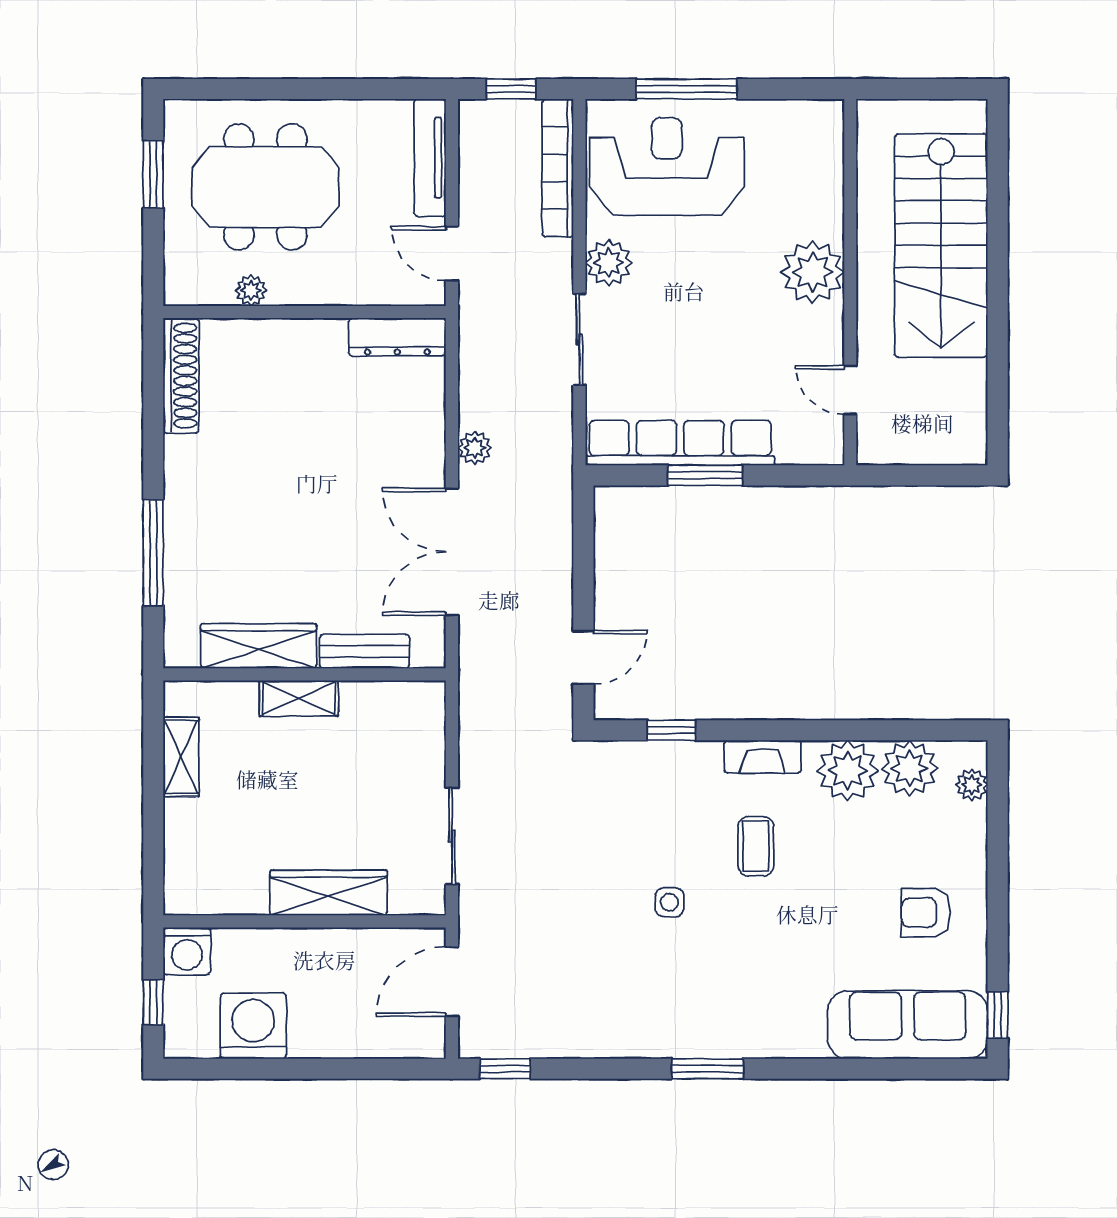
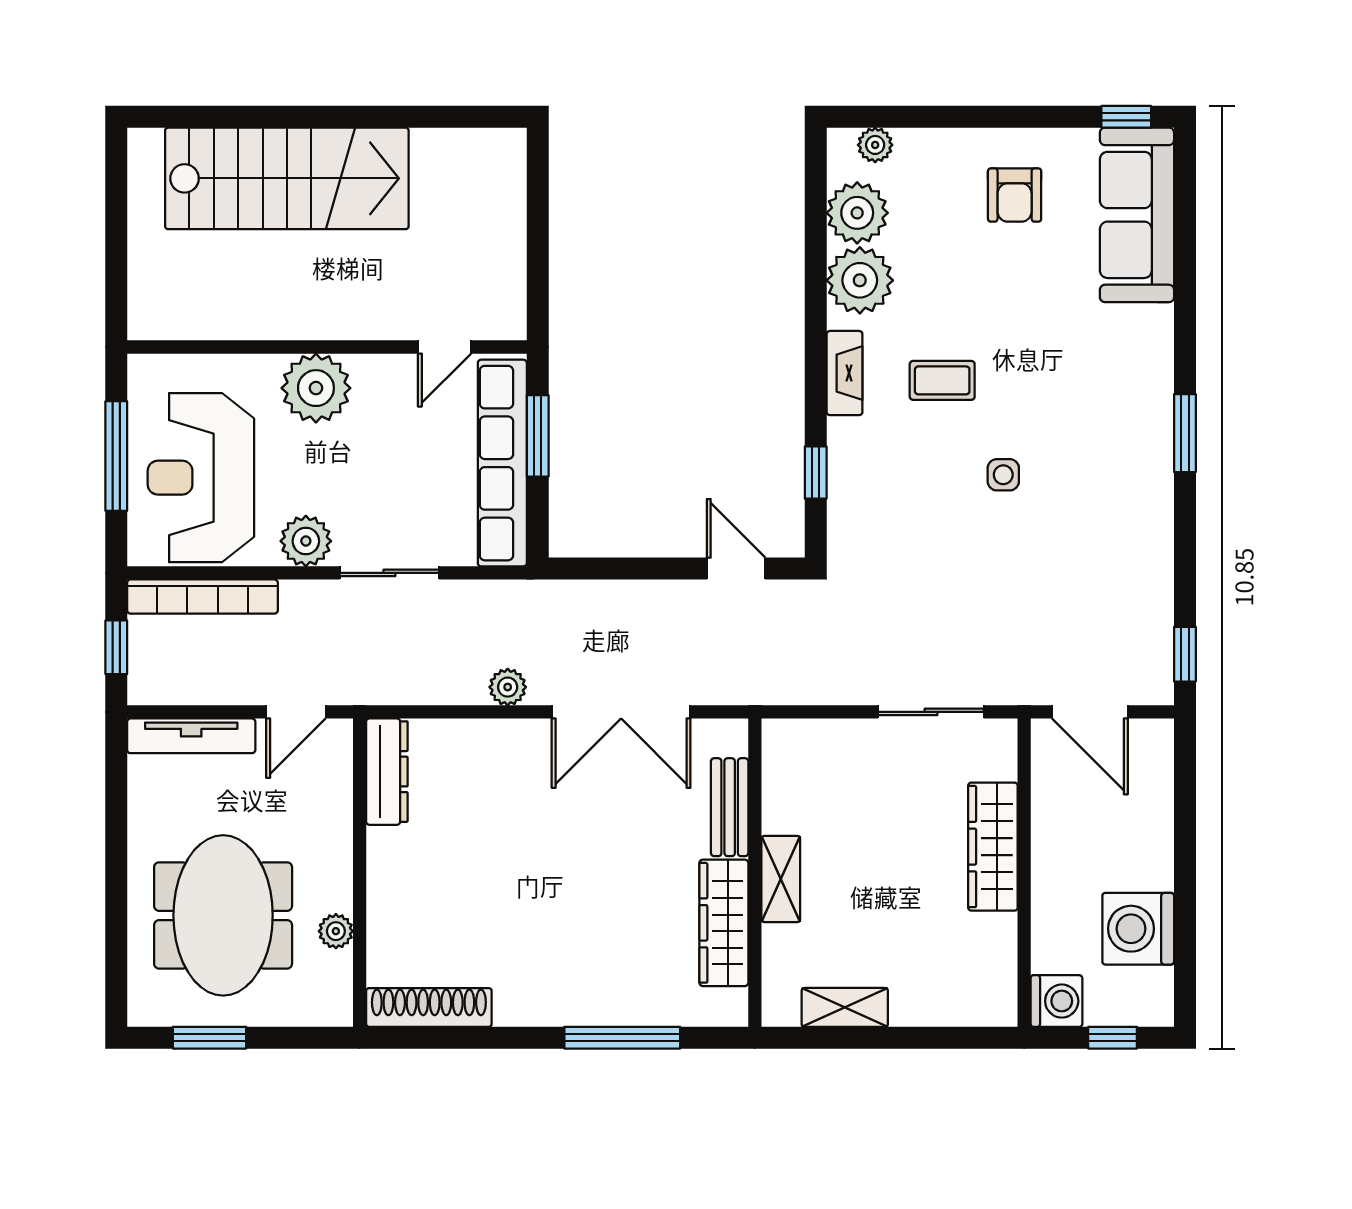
plant: (813, 272) -> (316, 388), moved
wall: (850, 282) -> (327, 347), moved
door: (850, 390) -> (444, 347), moved

